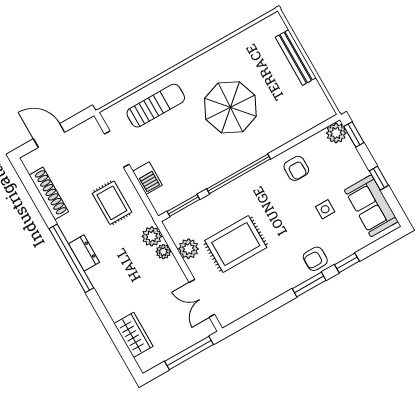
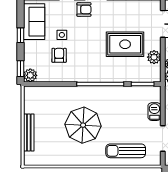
armchair: (296, 168) -> (59, 55), moved

